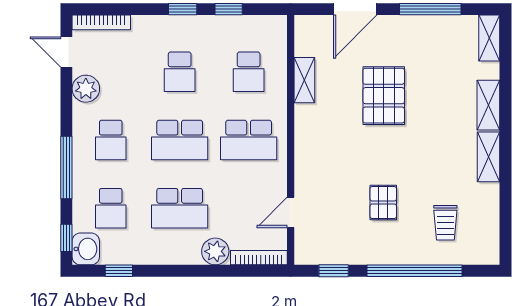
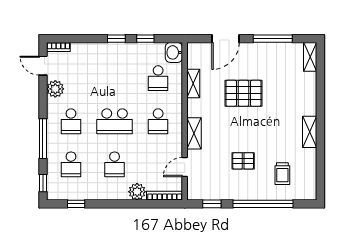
bookcase: (101, 22) -> (58, 47), width x0.64
school desk: (180, 72) -> (115, 78), removed
pallet: (384, 96) -> (243, 93), turned 90
shelving: (488, 105) -> (194, 133), moved
school desk: (249, 140) -> (158, 121), width x0.54
pallet: (383, 203) -> (243, 161), turned 90
school desk: (180, 208) -> (115, 164), width x0.54
washbasin: (86, 249) -> (174, 52), moved, turned 180

